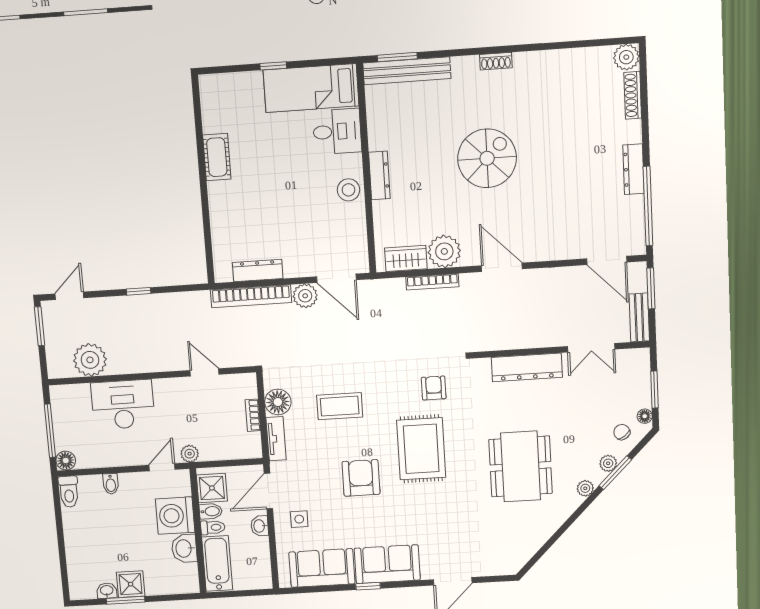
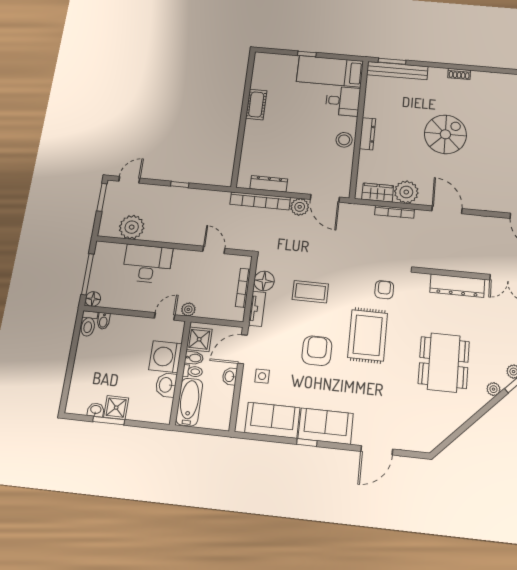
bookcase: (253, 415) -> (243, 288), width x1.56
bidet: (111, 484) -> (103, 321), moved

